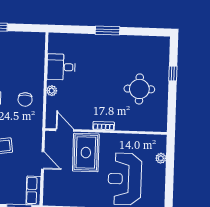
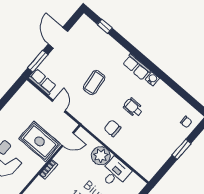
plant: (52, 91) -> (101, 156), width x1.88, depth x1.88
door: (43, 160) -> (59, 106), swing flipped

